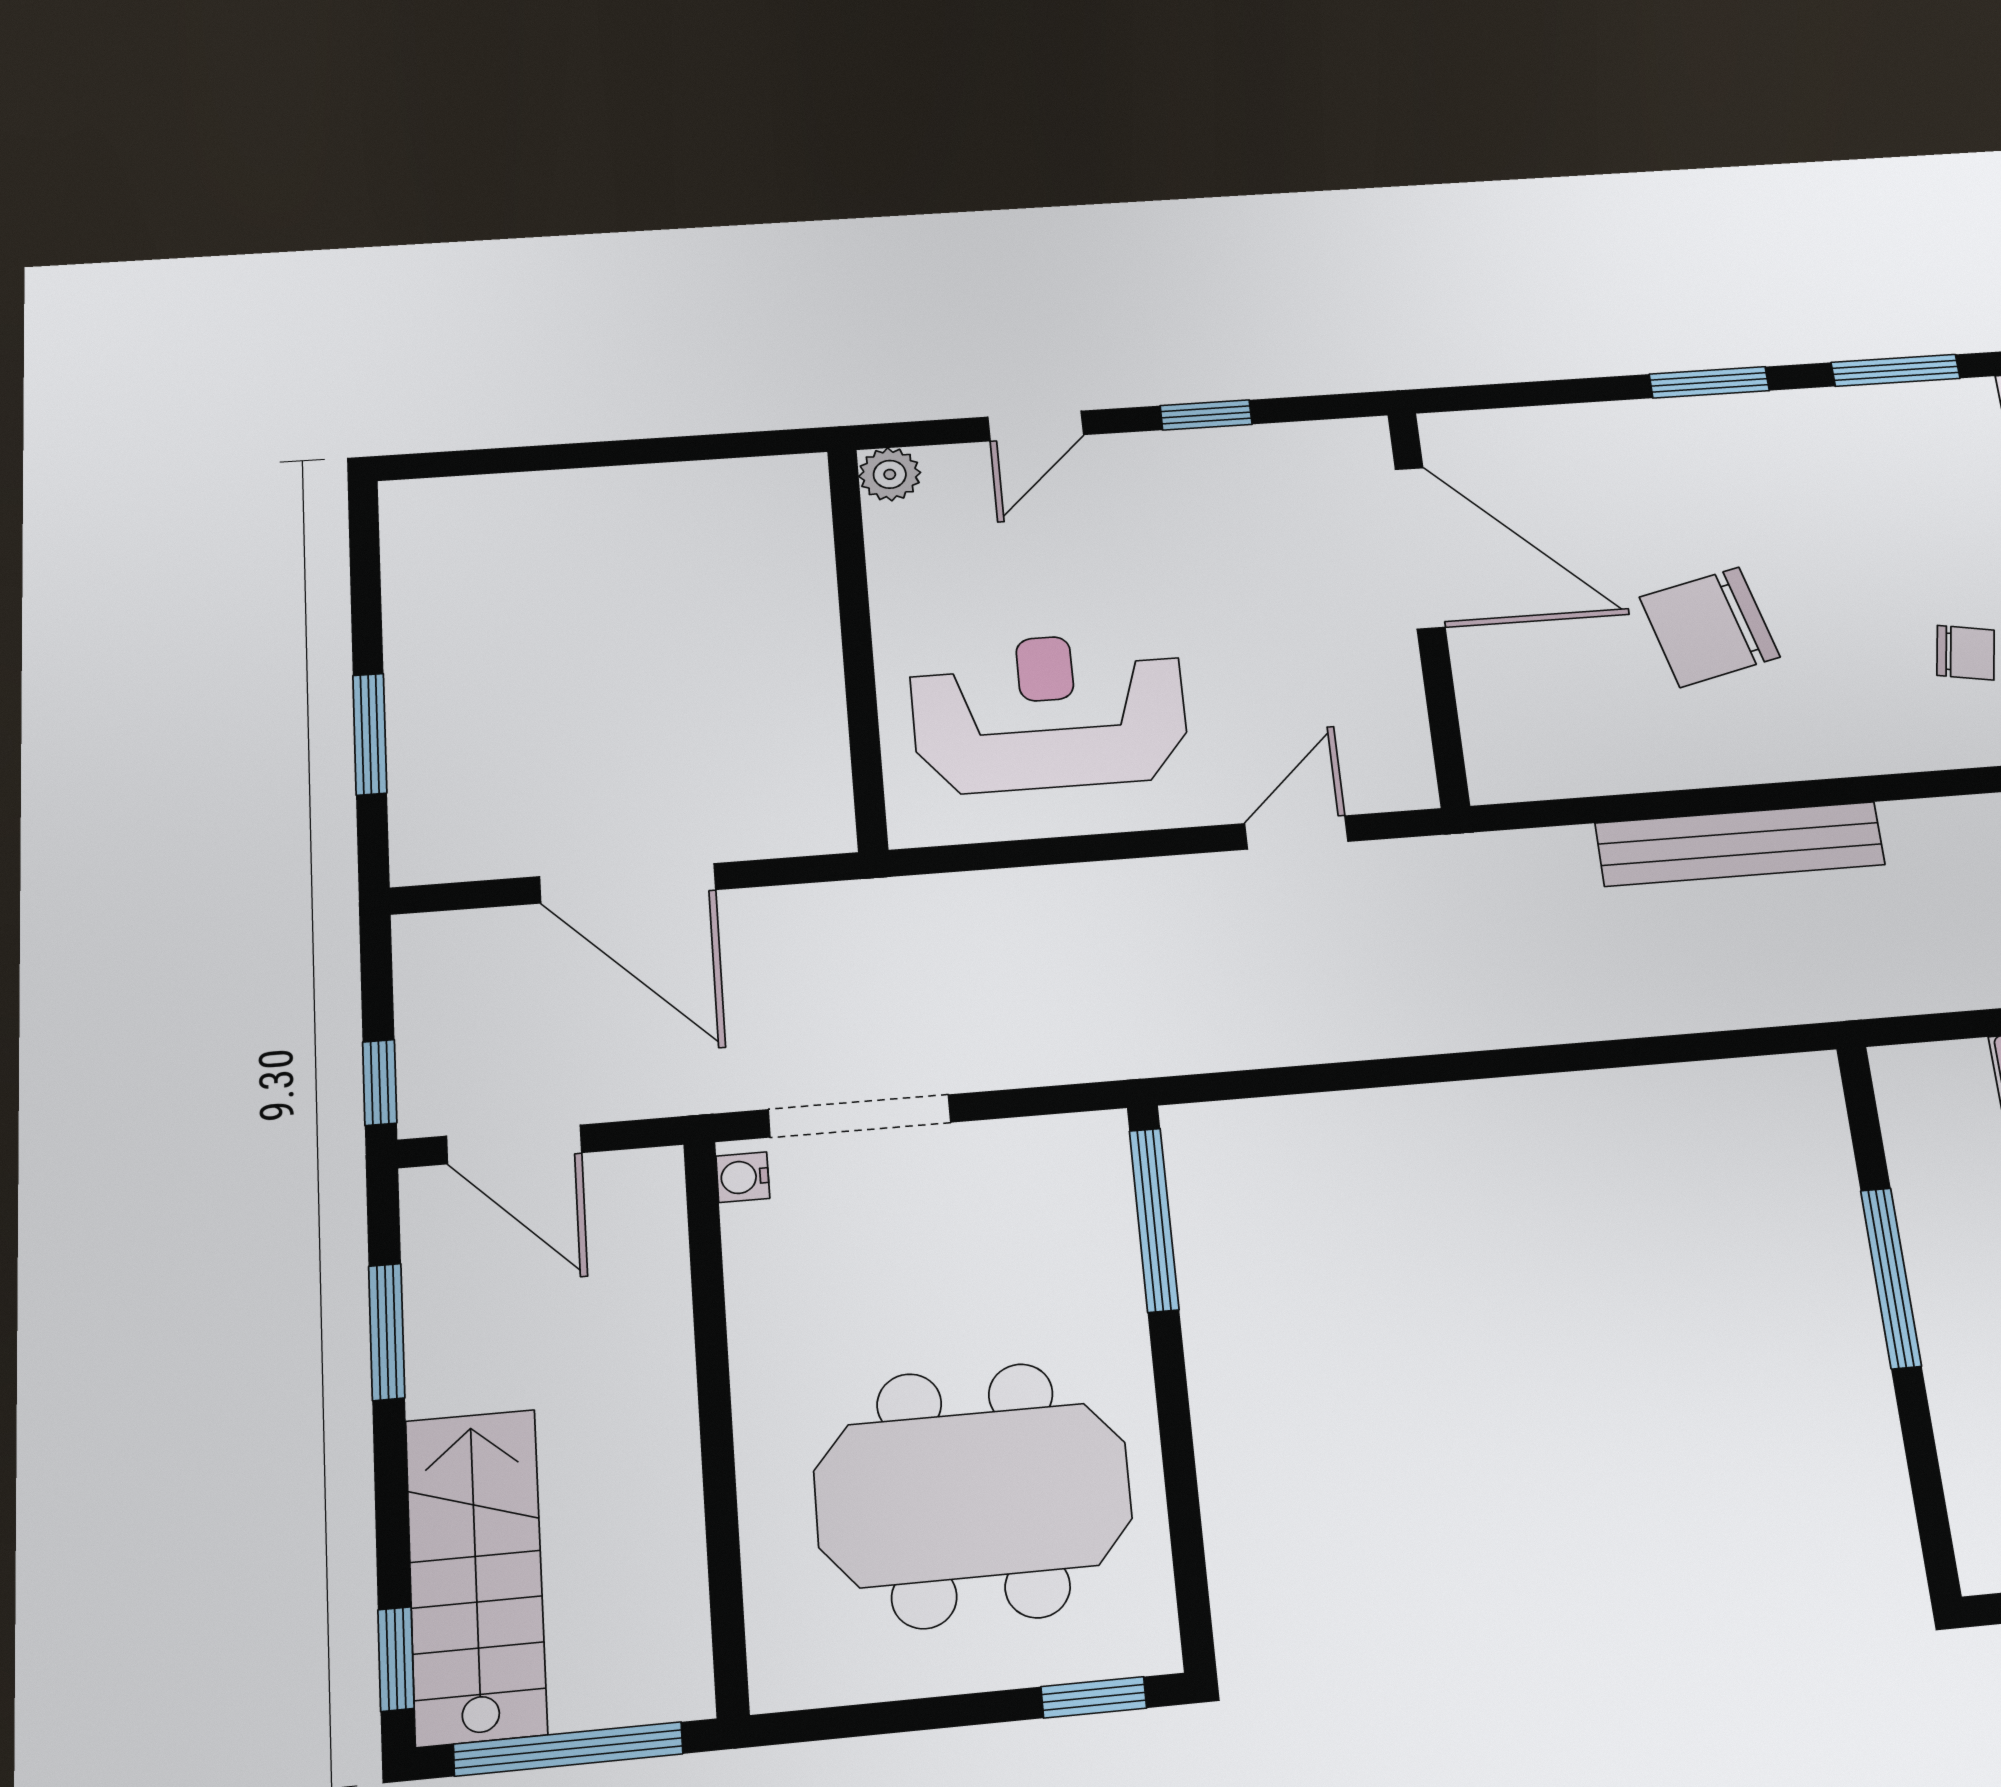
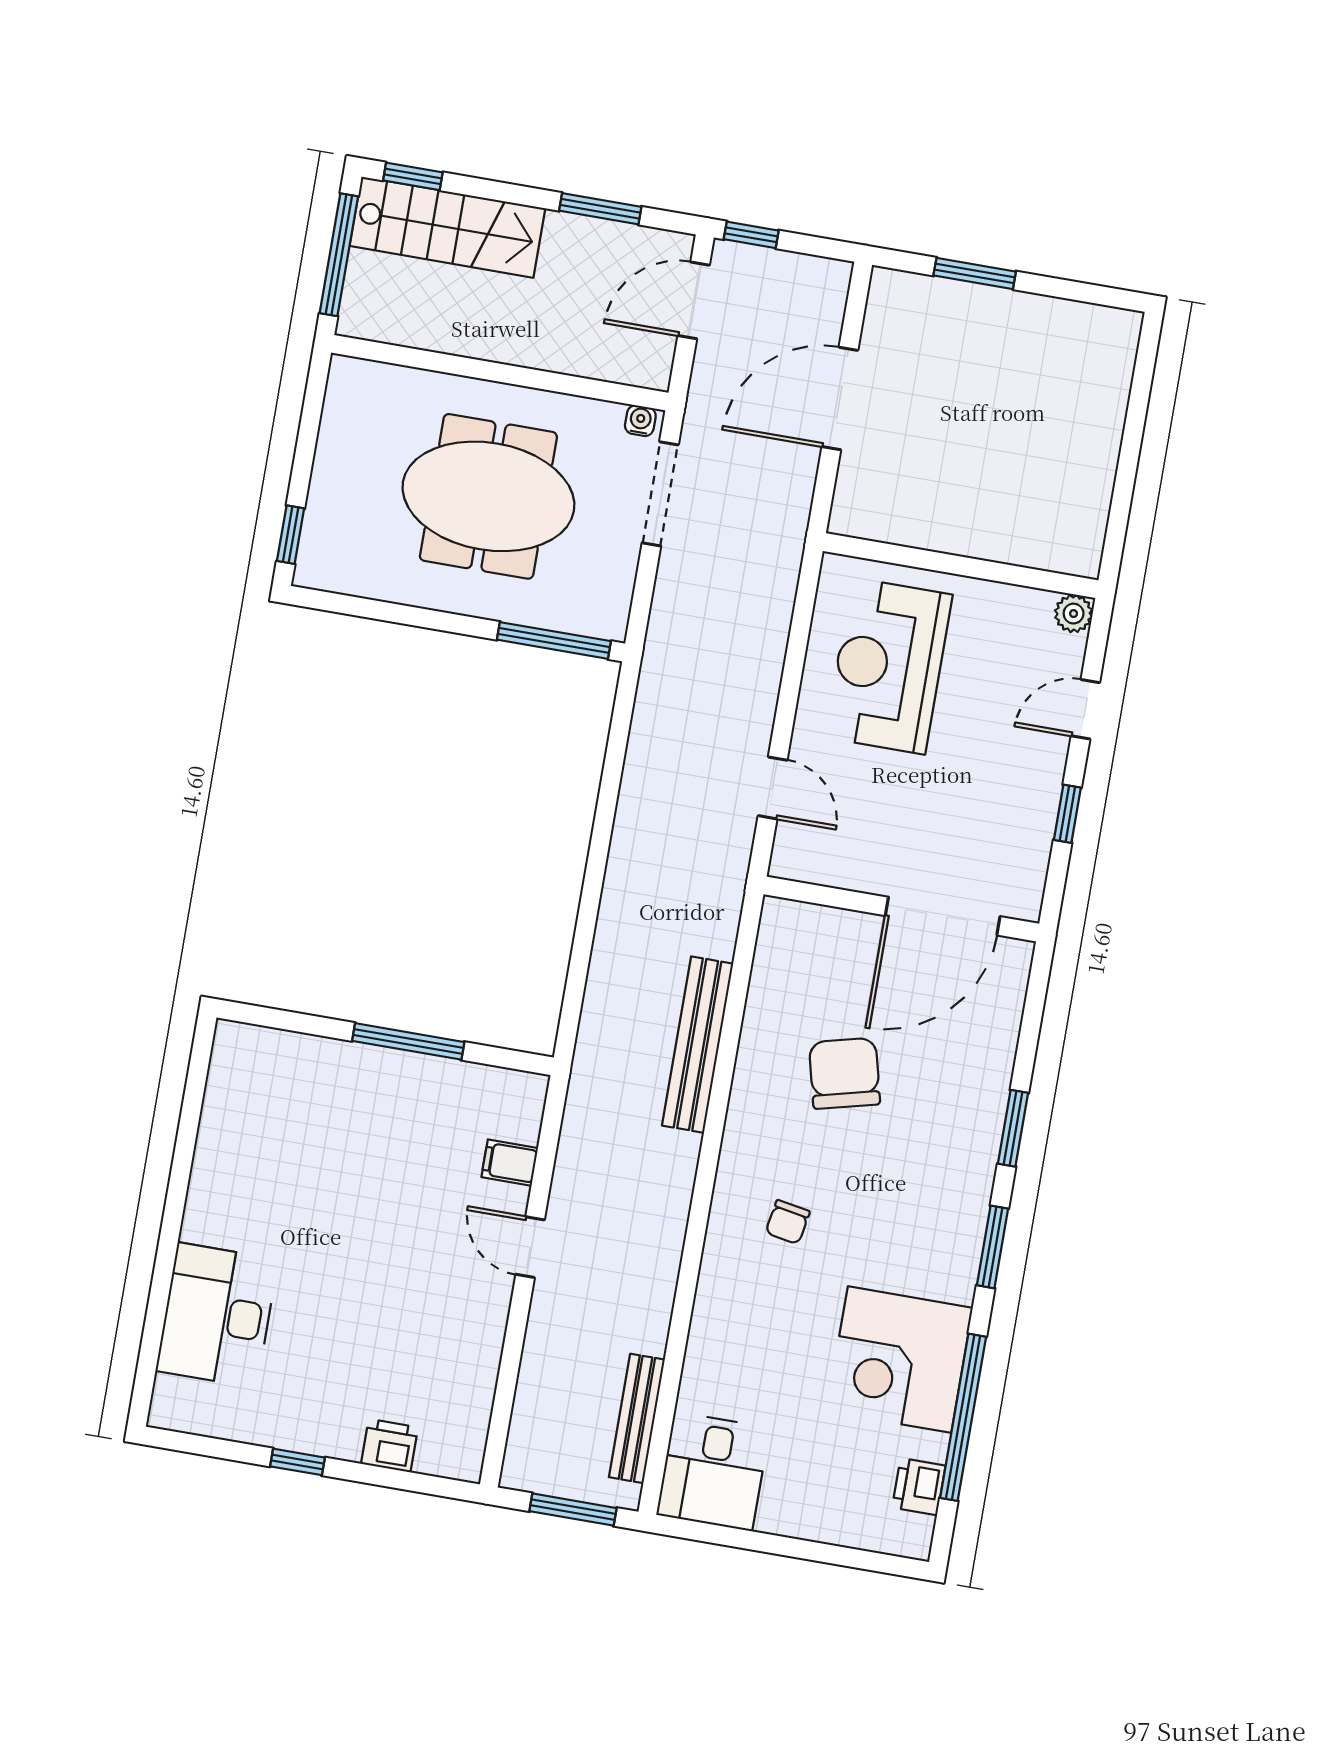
door: (1036, 426) -> (1085, 709), hinge flipped
reception desk: (1049, 712) -> (889, 666), turned 180
meeting table: (973, 1495) -> (488, 496), moved, turned 90

